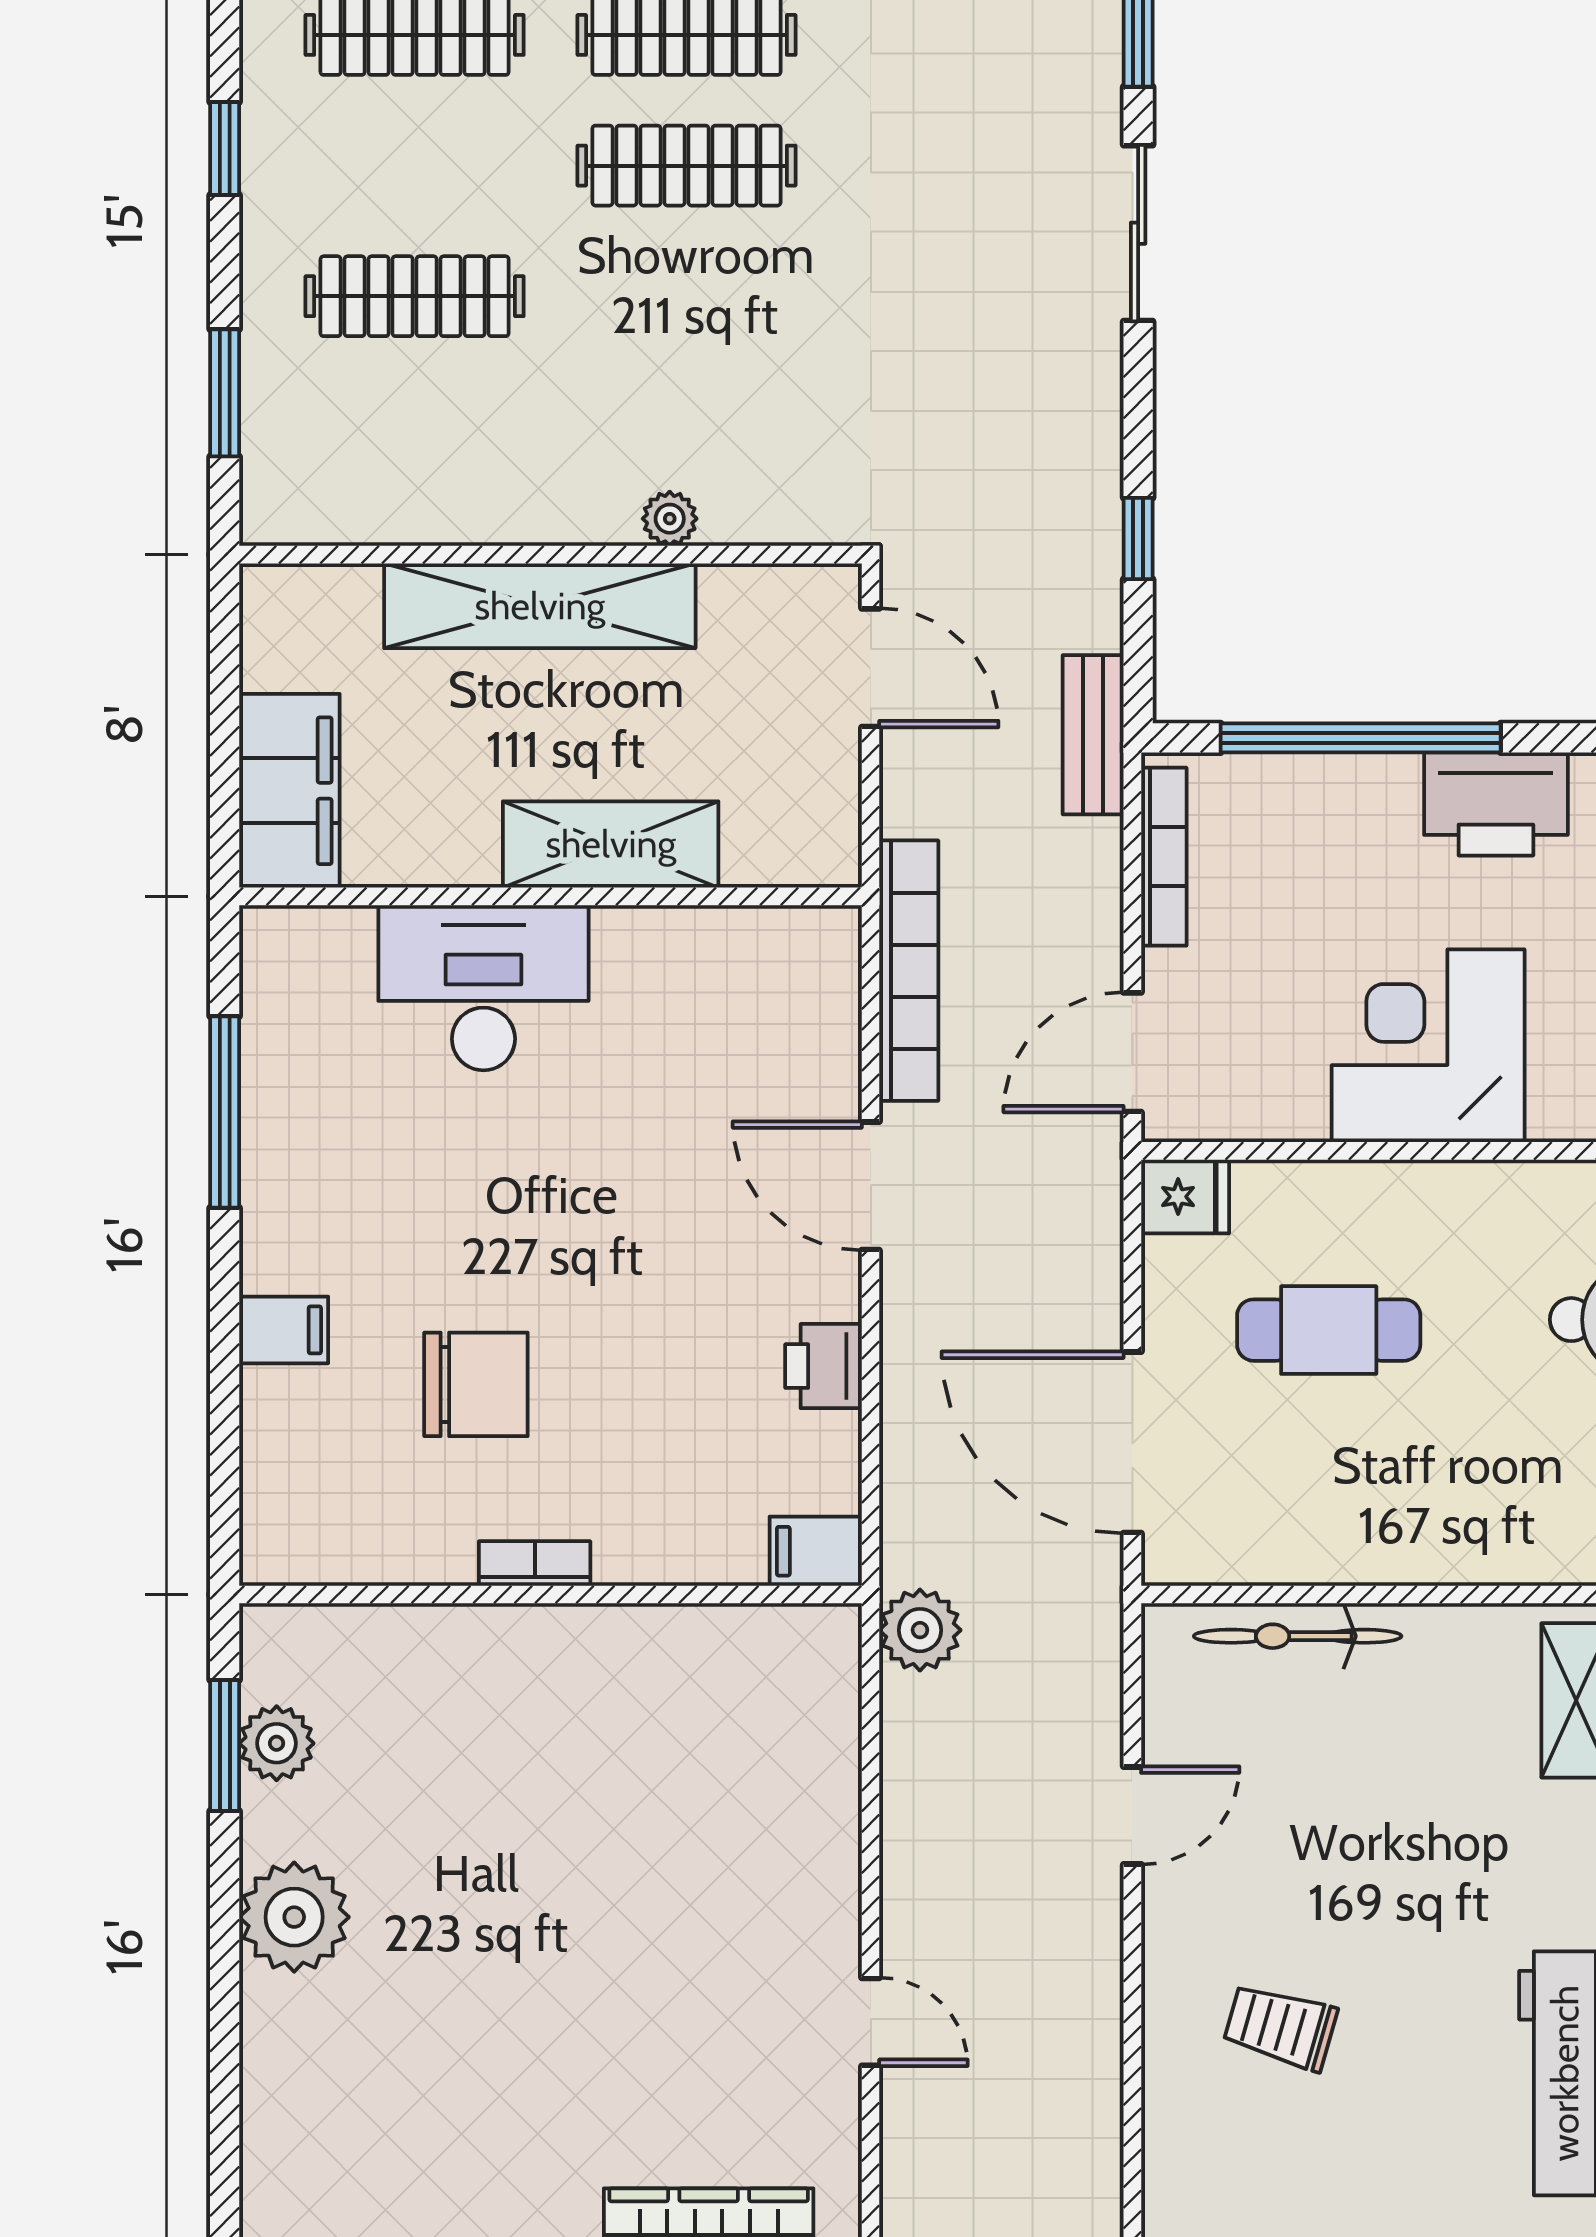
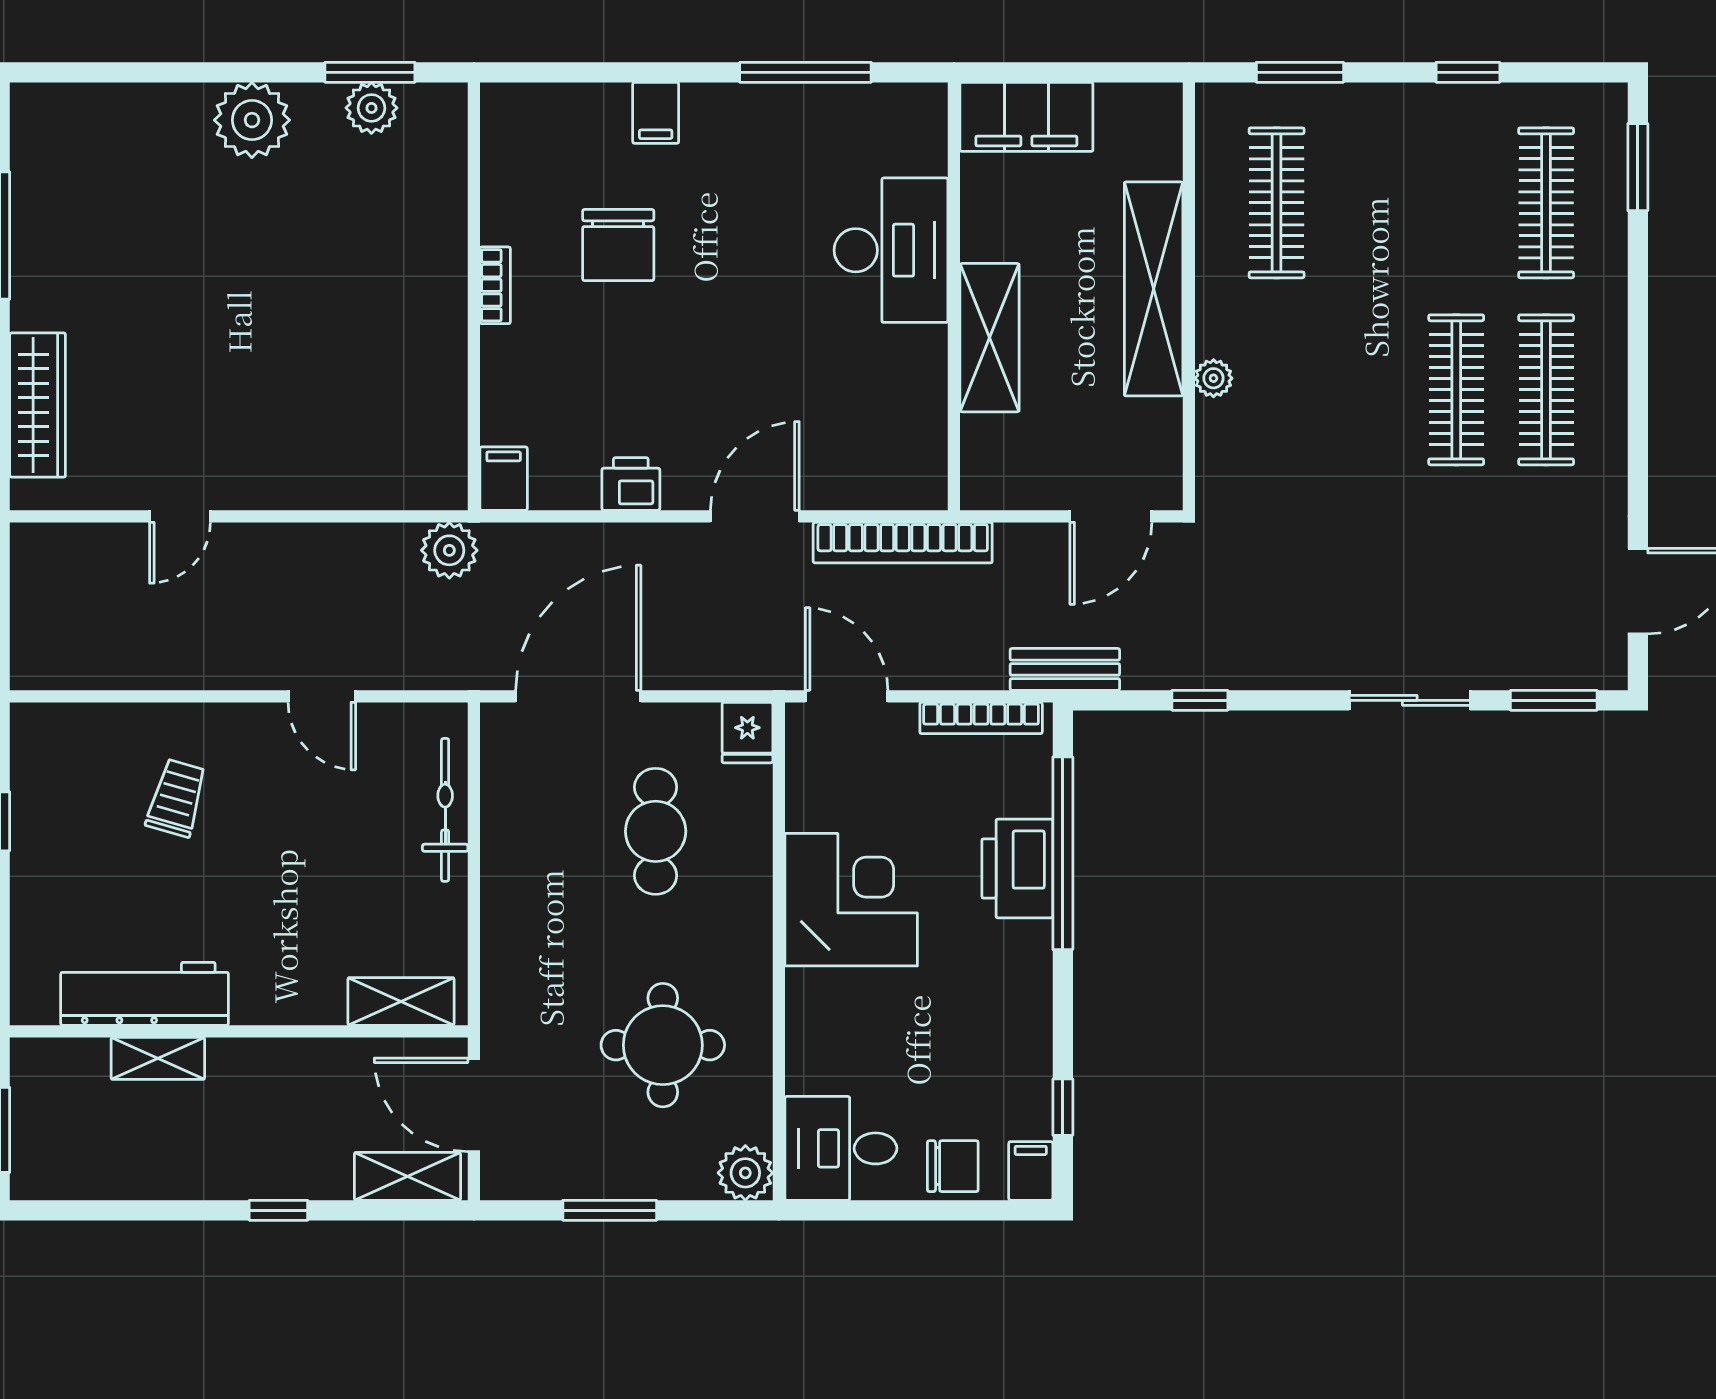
clothes rail: (415, 296) -> (1277, 203), moved
printer: (1496, 804) -> (1017, 868), moved

